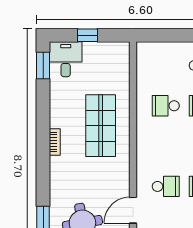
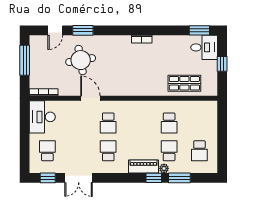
school desk: (166, 106) -> (169, 123), turned 180
shop shelf: (101, 126) -> (184, 83), moved, width x0.70, depth x0.74

